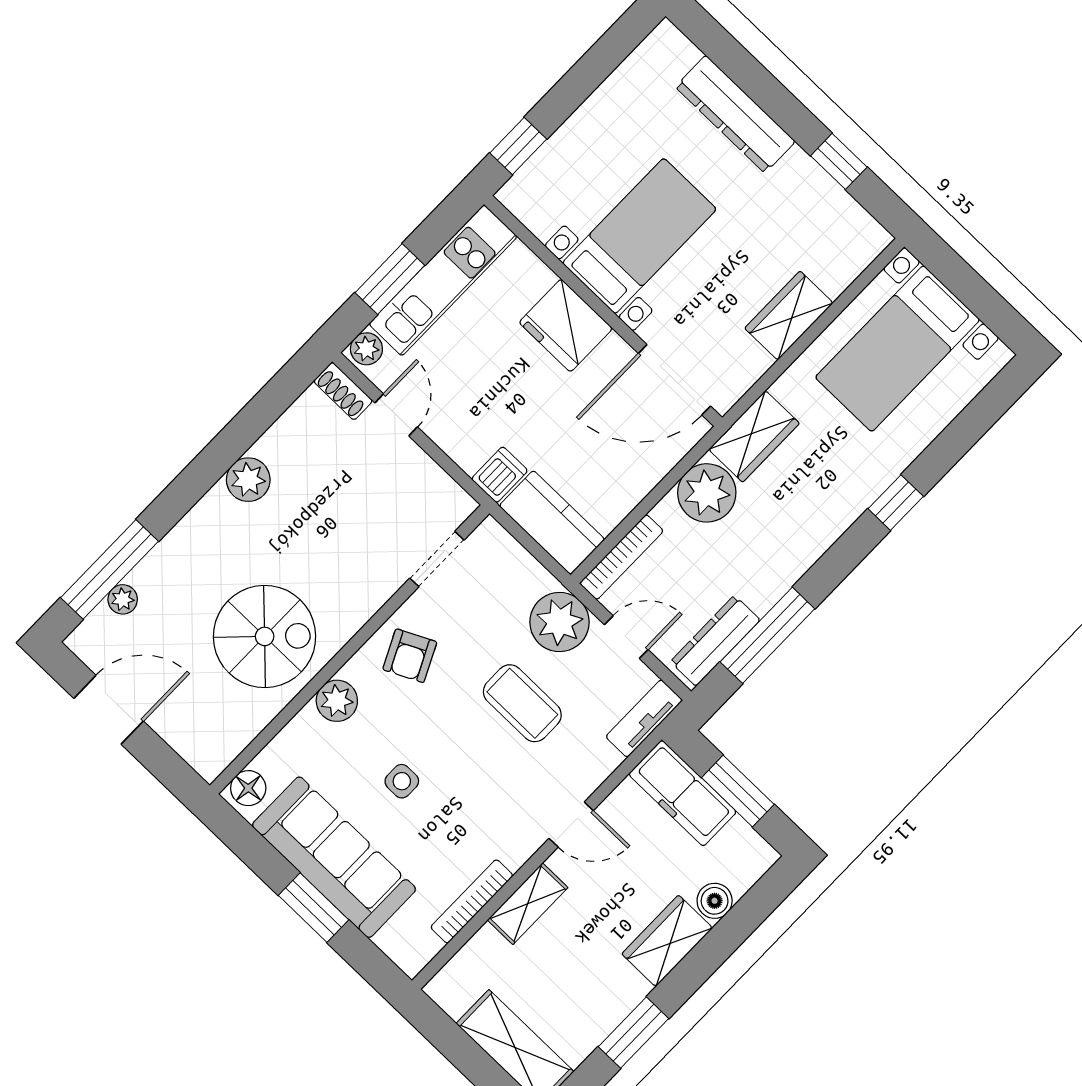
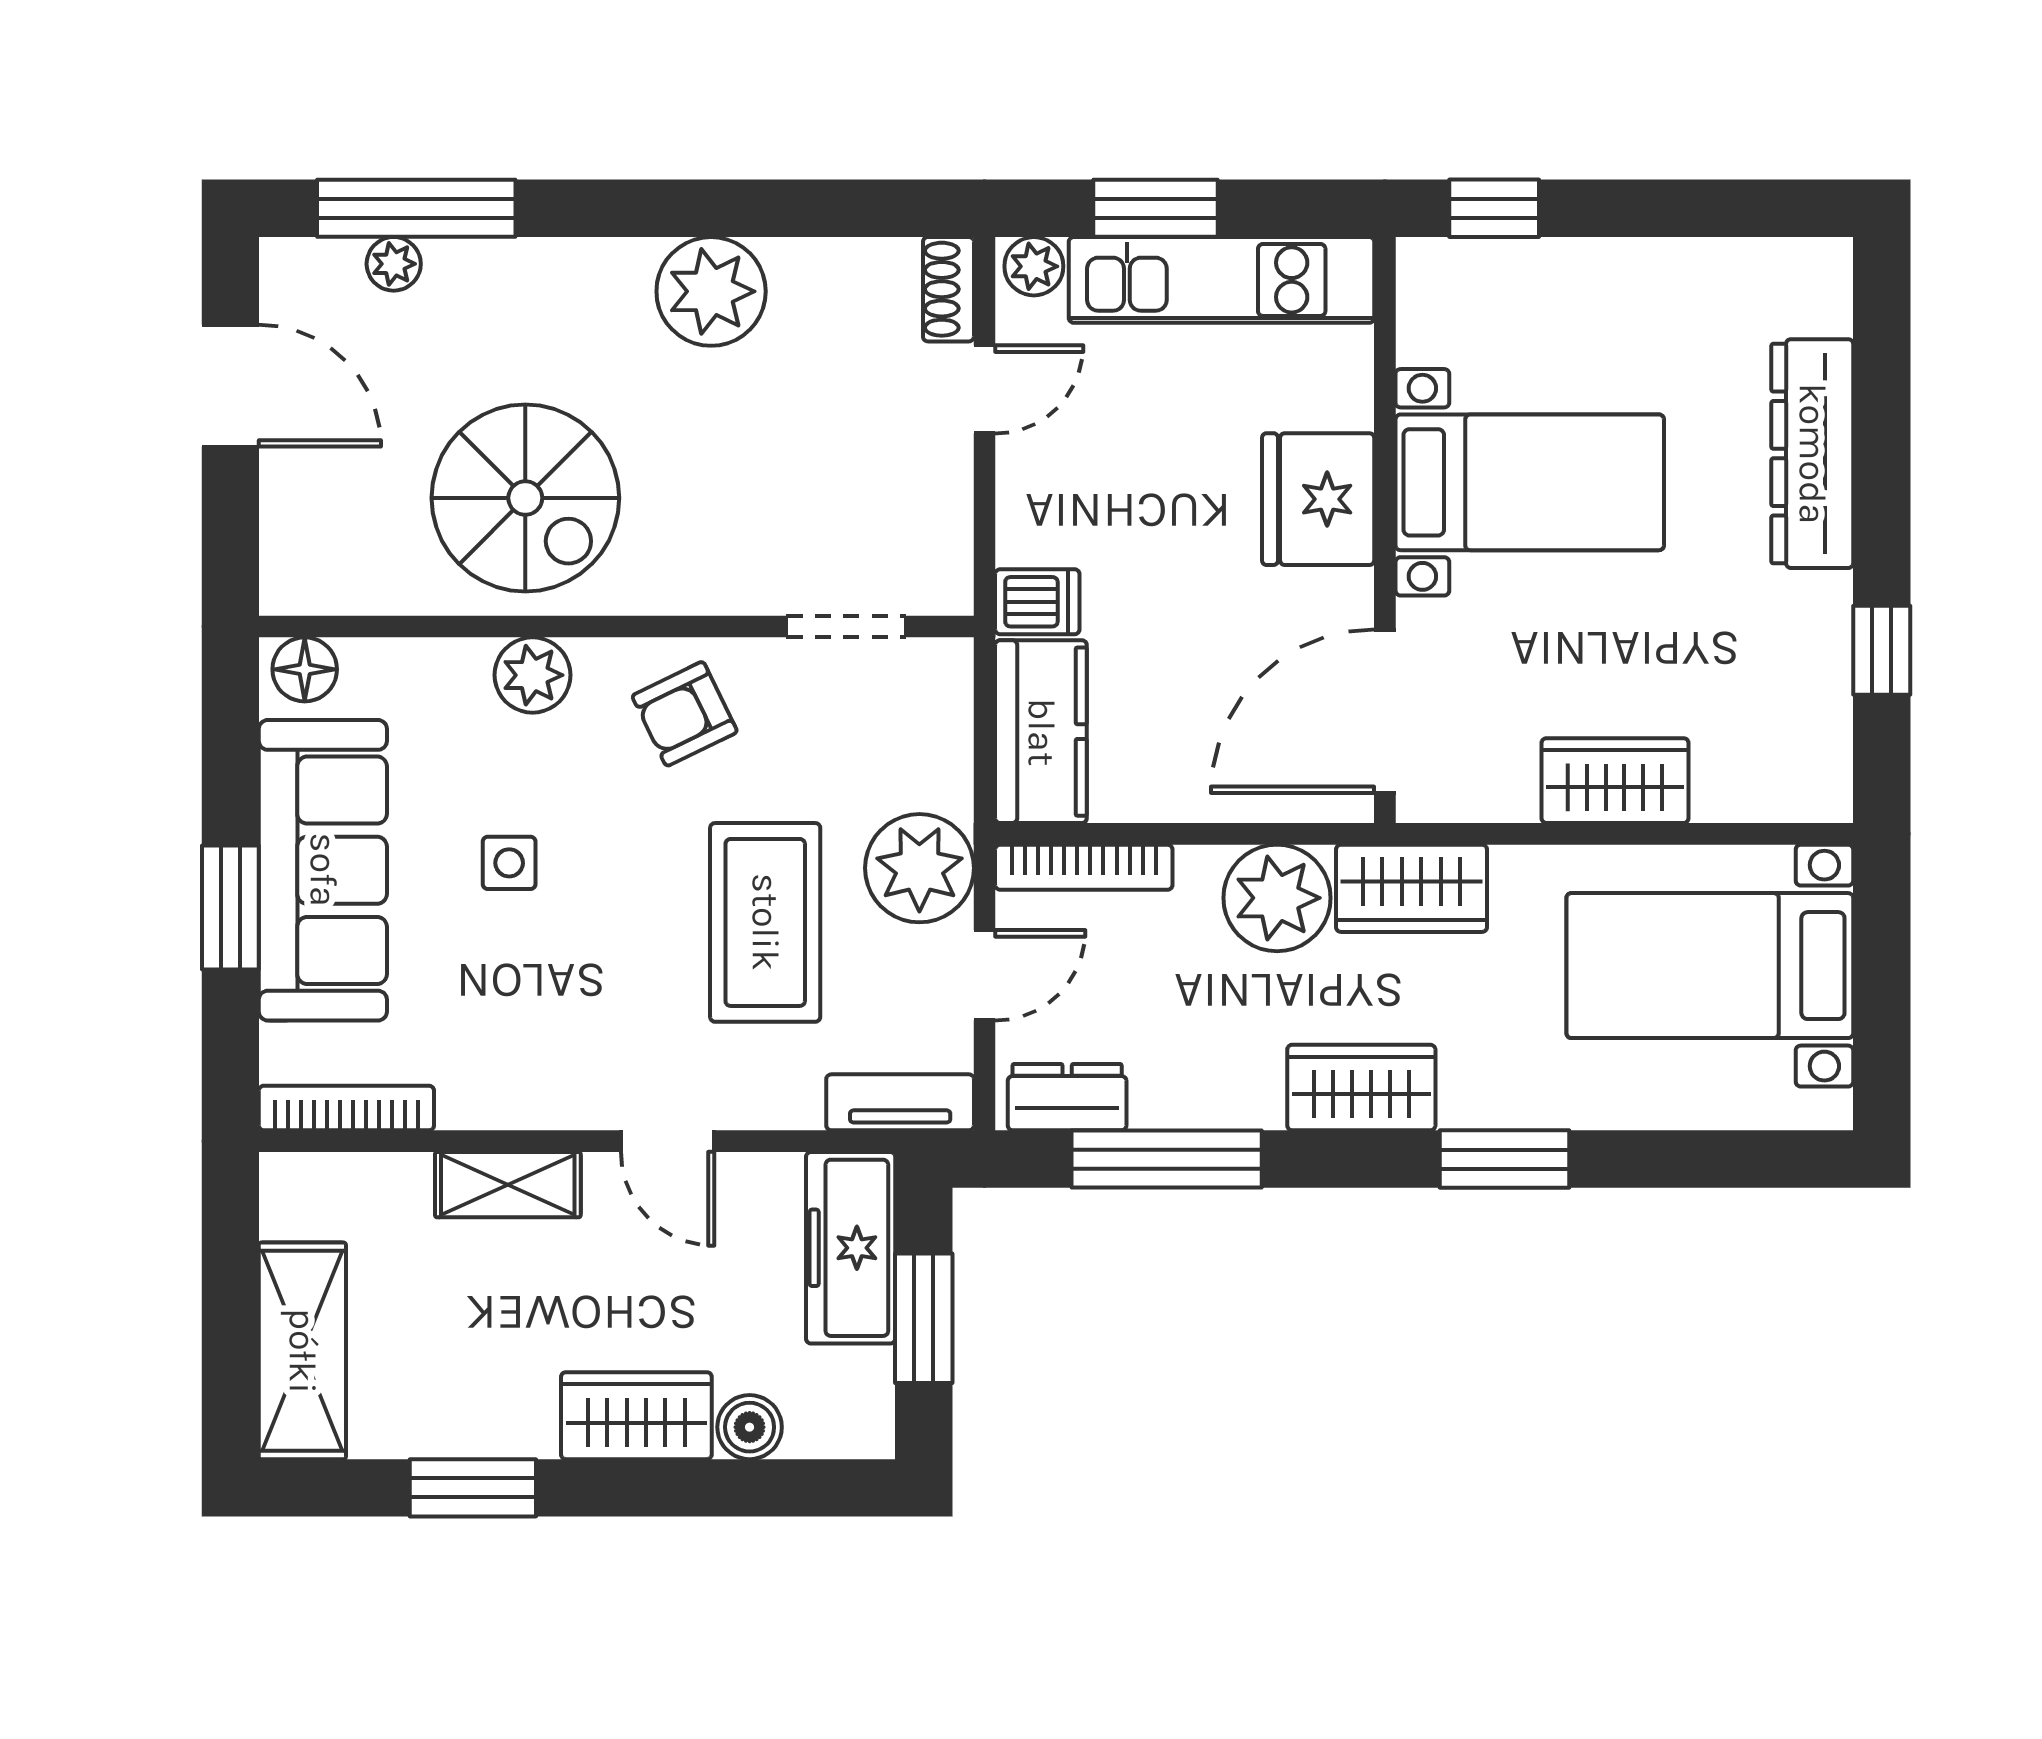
door: (674, 380) -> (1385, 711), hinge flipped
plant: (248, 480) -> (711, 291), width x1.36, depth x1.36
window: (896, 503) -> (1504, 1159), width x1.50
wardrobe: (813, 532) -> (1361, 1088), added
door: (626, 637) -> (985, 975), hinge flipped
dresser: (715, 641) -> (1067, 1097), width x0.70
coffee table: (522, 703) -> (765, 922), width x1.36, depth x1.32
bookcase: (472, 901) -> (346, 1108), moved

